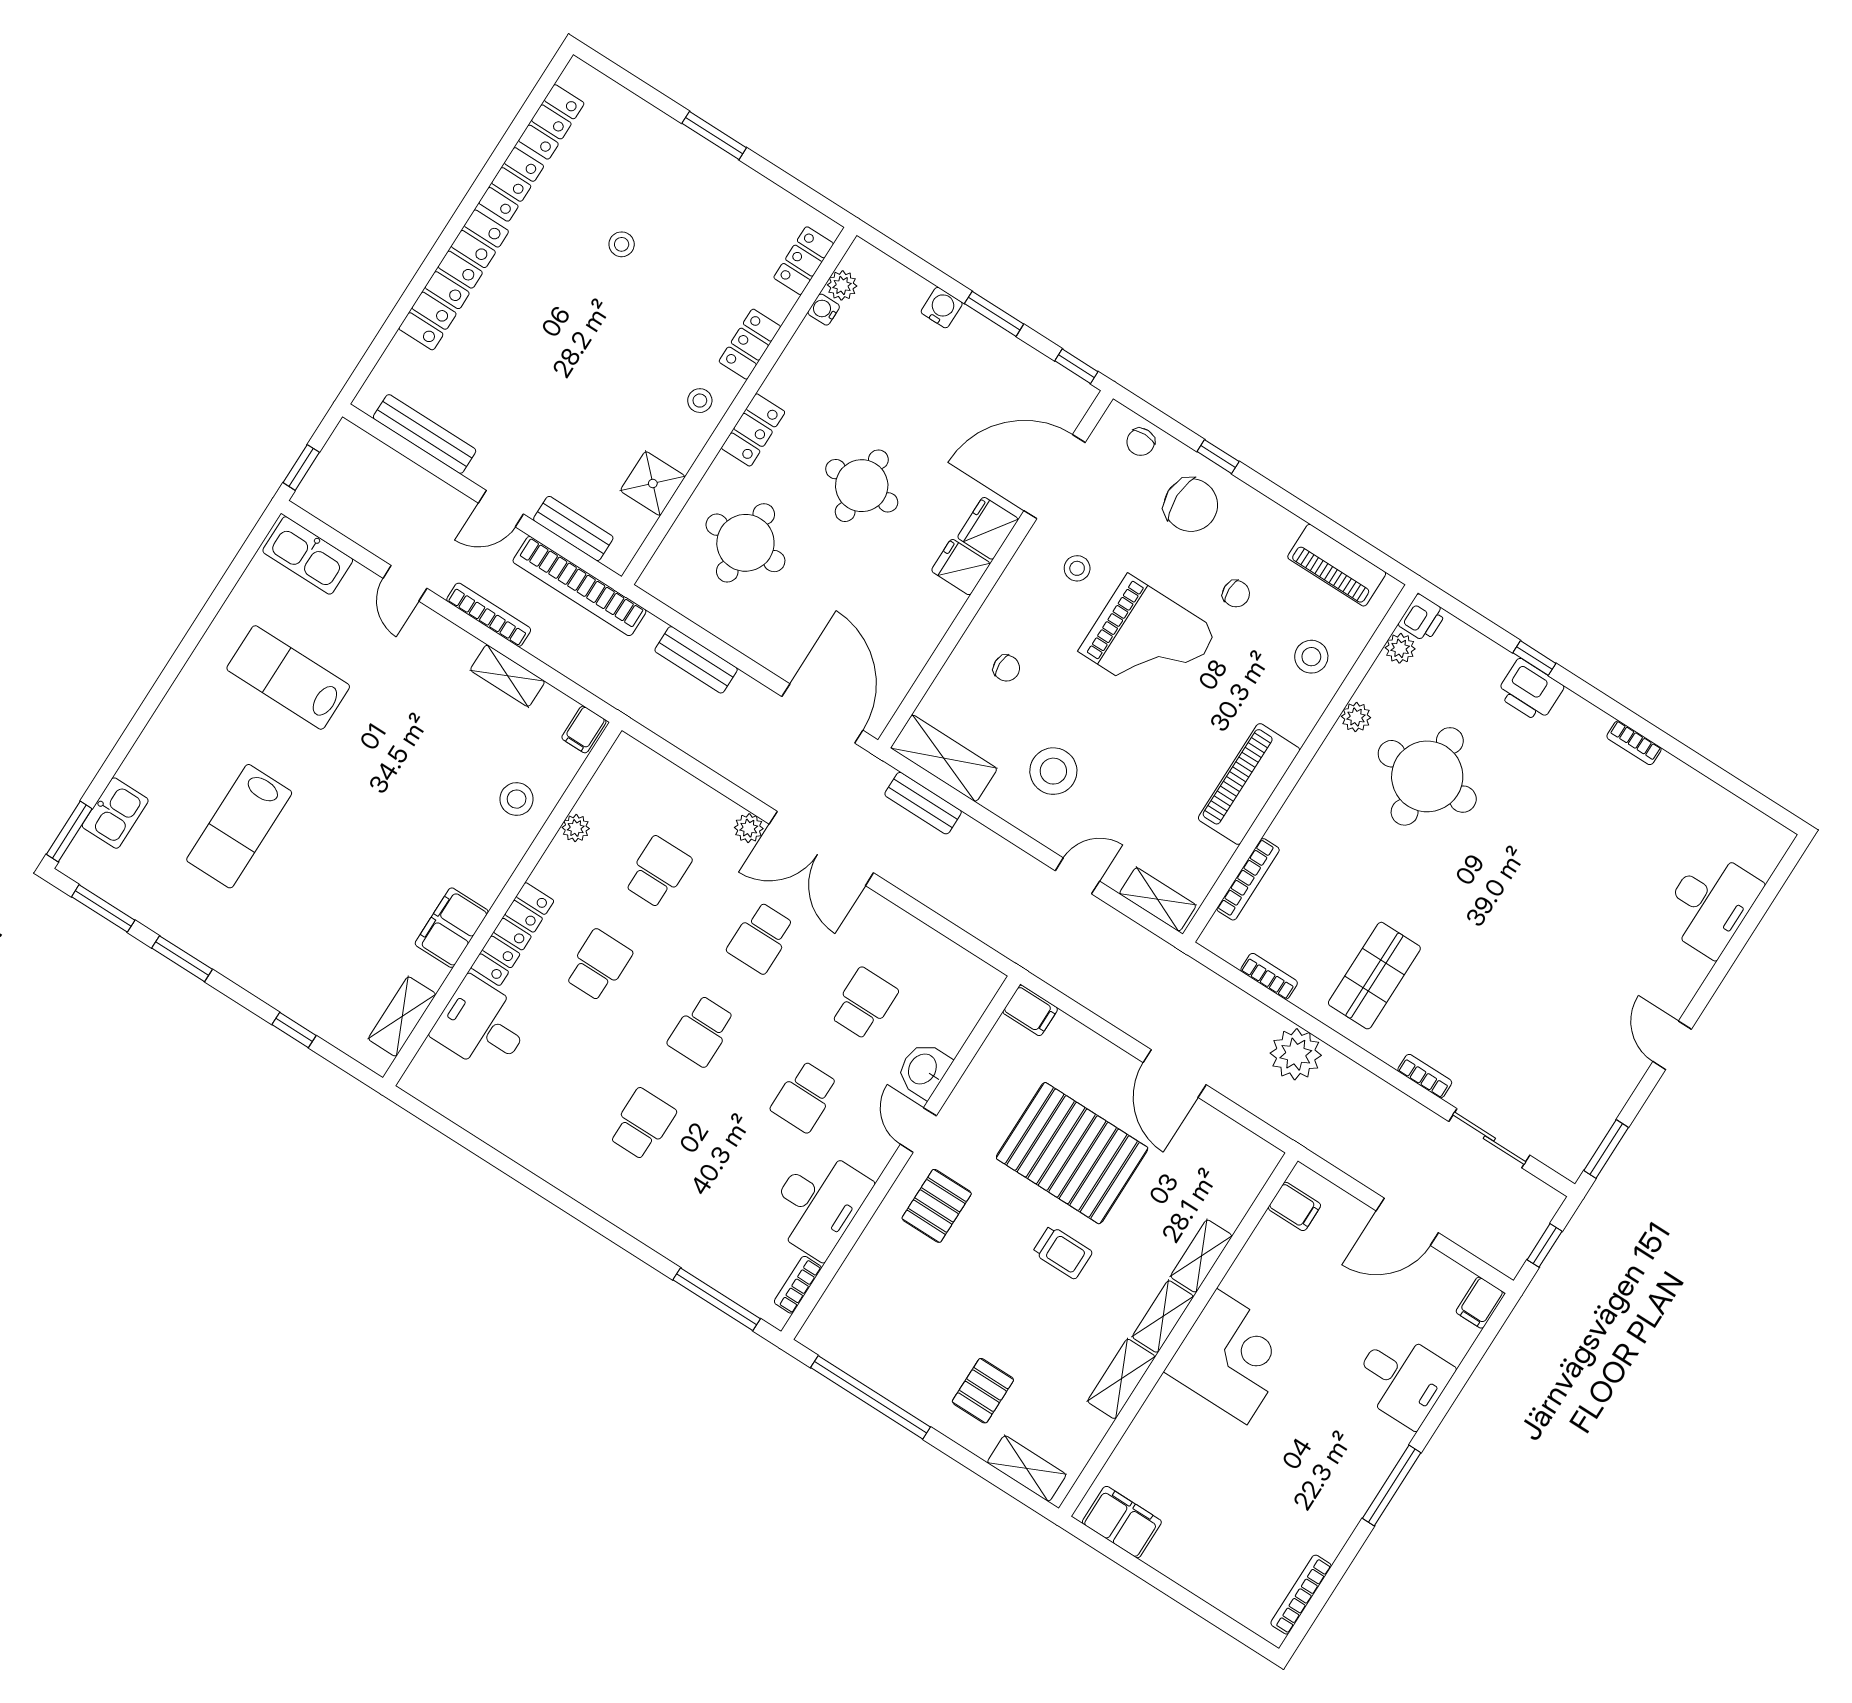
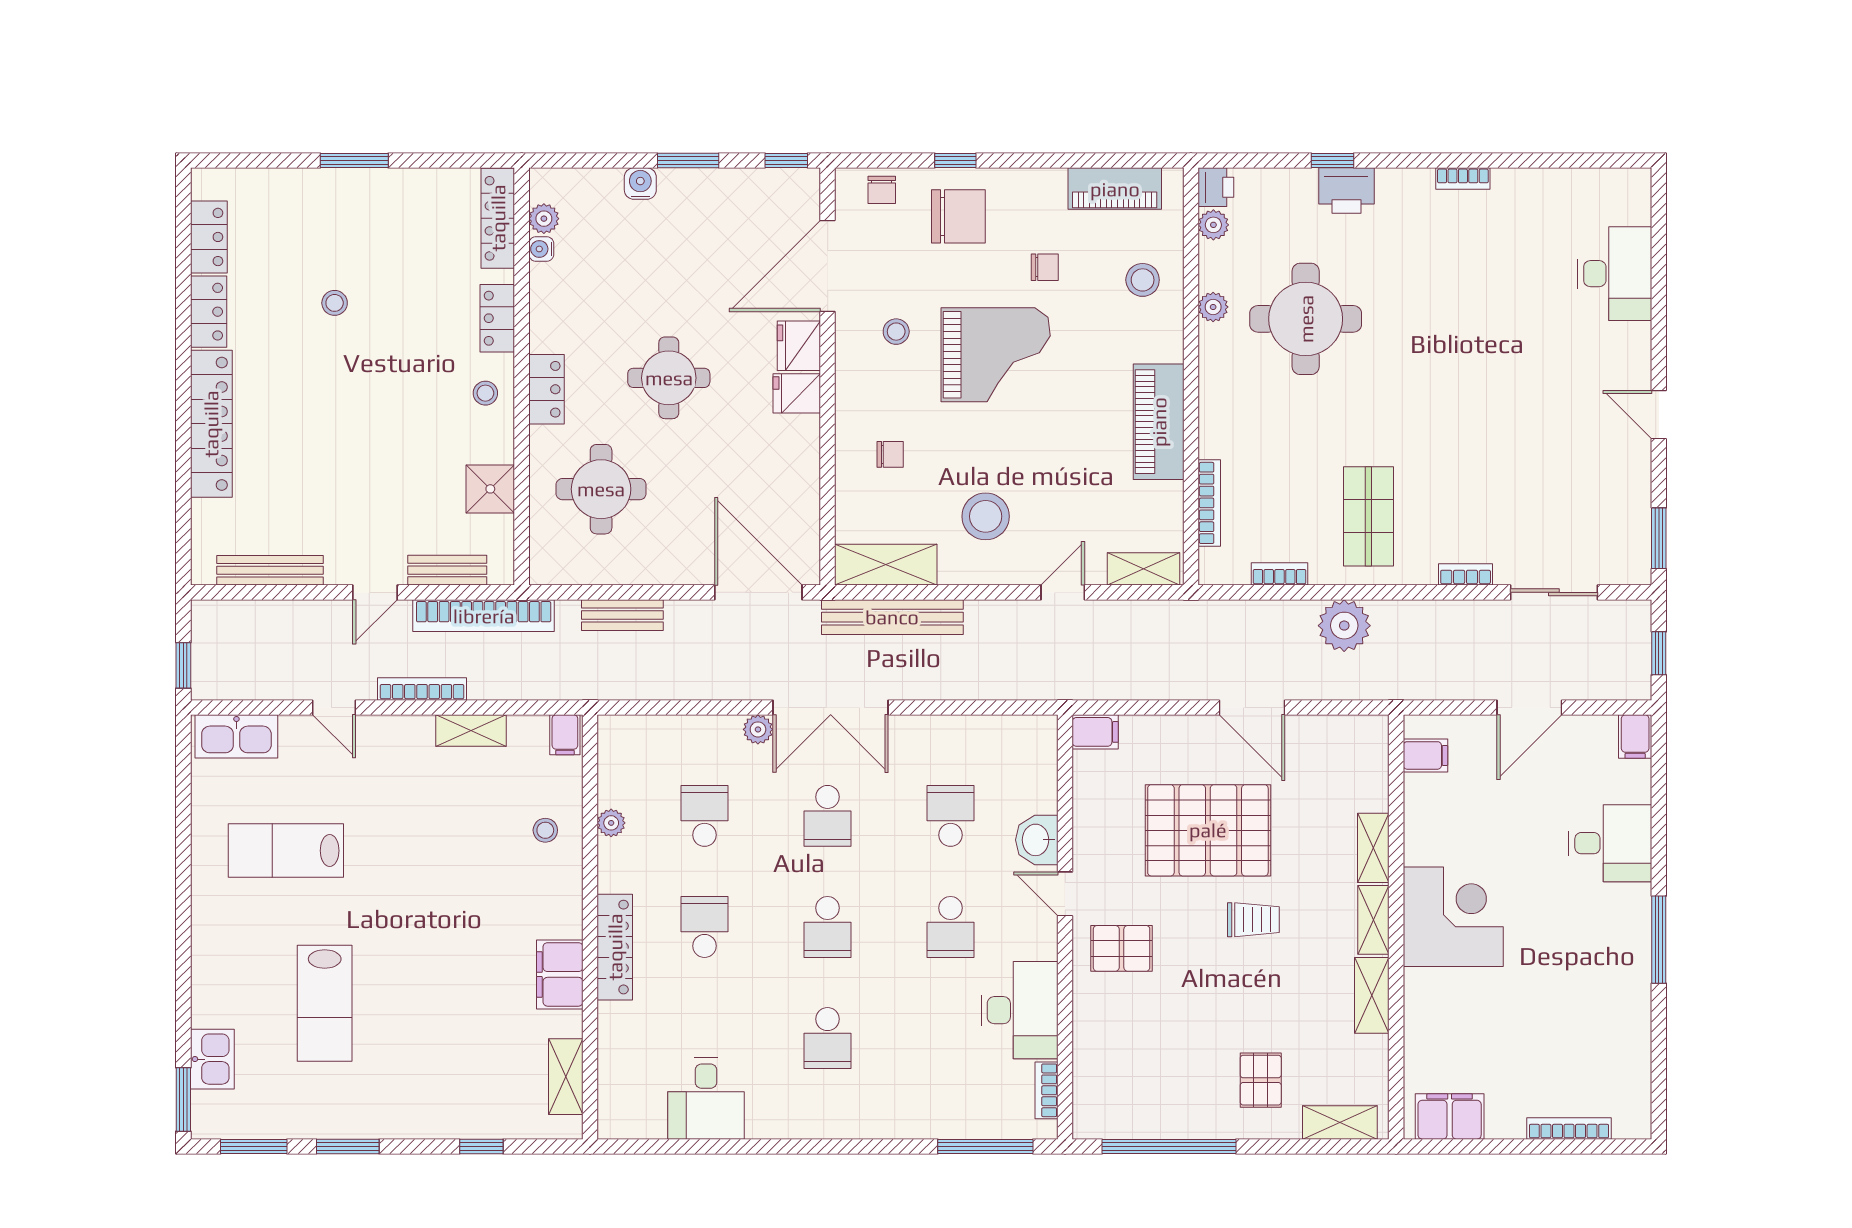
locker: (804, 261) -> (498, 218), width x1.53
stool: (517, 799) -> (545, 830), width x0.73, depth x0.73
bench: (923, 803) -> (892, 617), width x1.86, depth x1.21
desk: (482, 1025) -> (706, 1098), moved, turned -90
school desk: (642, 1124) -> (828, 1038), turned 180
pallet: (937, 1206) -> (1122, 948), turned 90
bookcase: (1301, 1595) -> (1569, 1129), moved, turned 90

